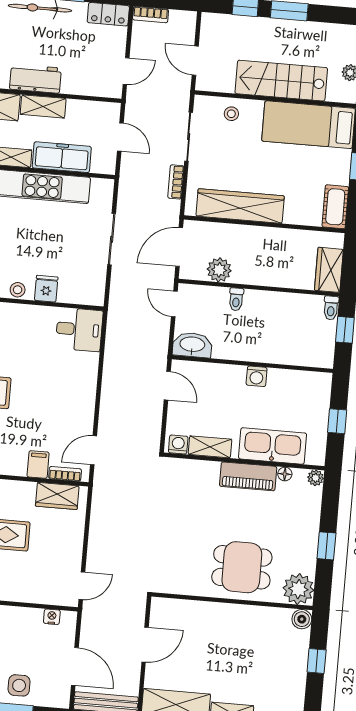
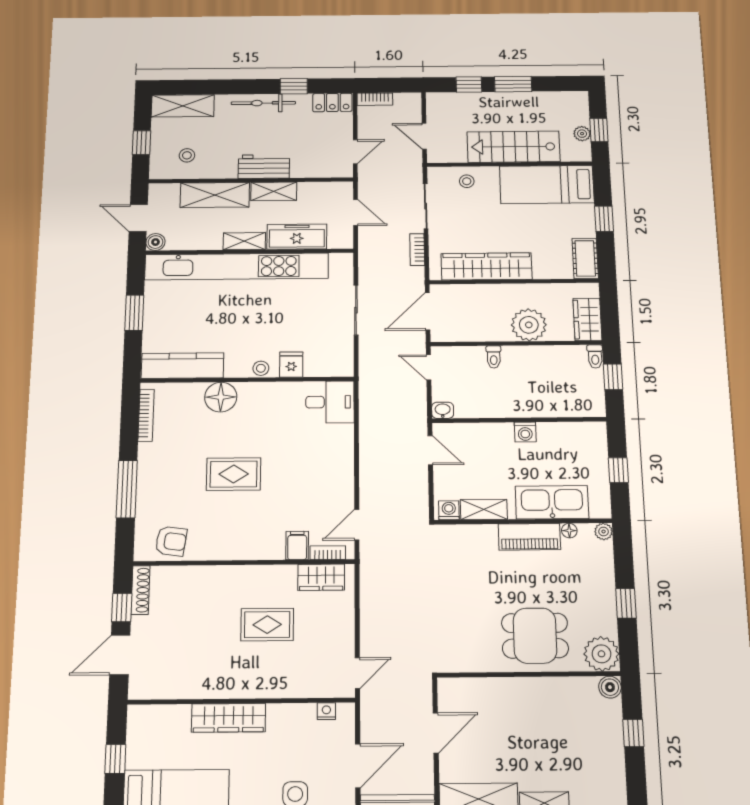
plant: (219, 270) -> (529, 325), moved, width x1.36, depth x1.36
washbasin: (192, 345) -> (443, 410), width x0.52, depth x0.69
door: (75, 666) -> (358, 766), hinge flipped

